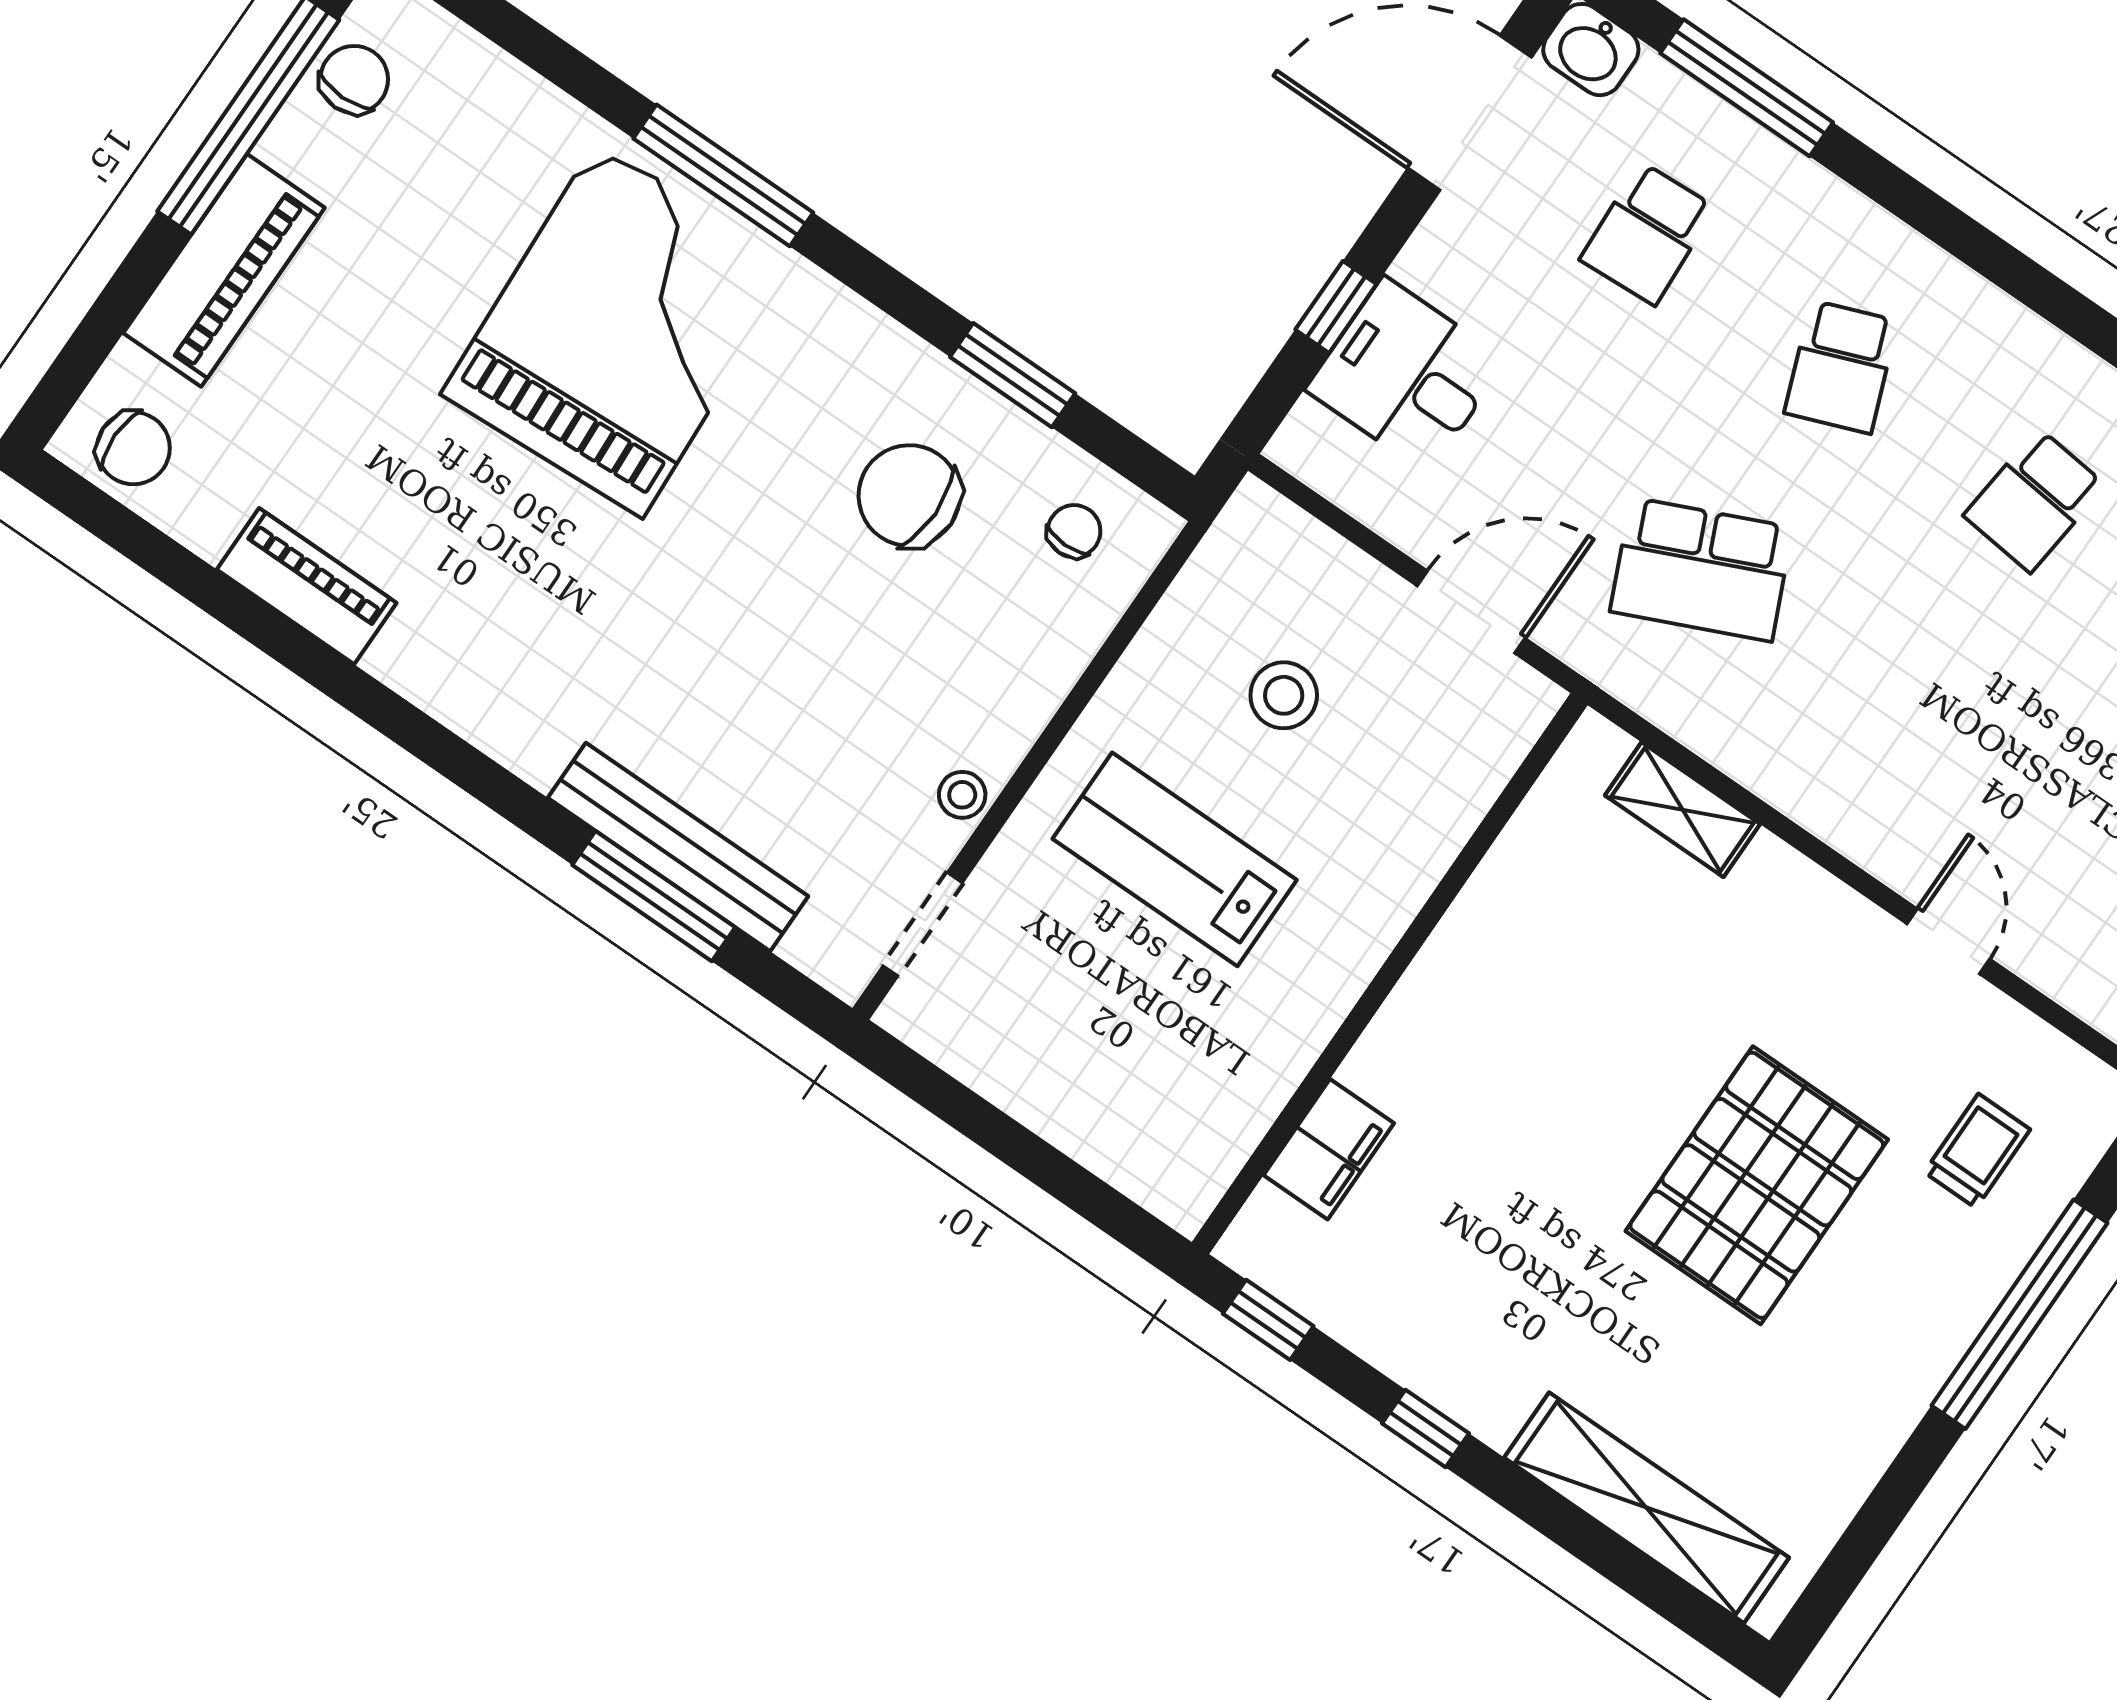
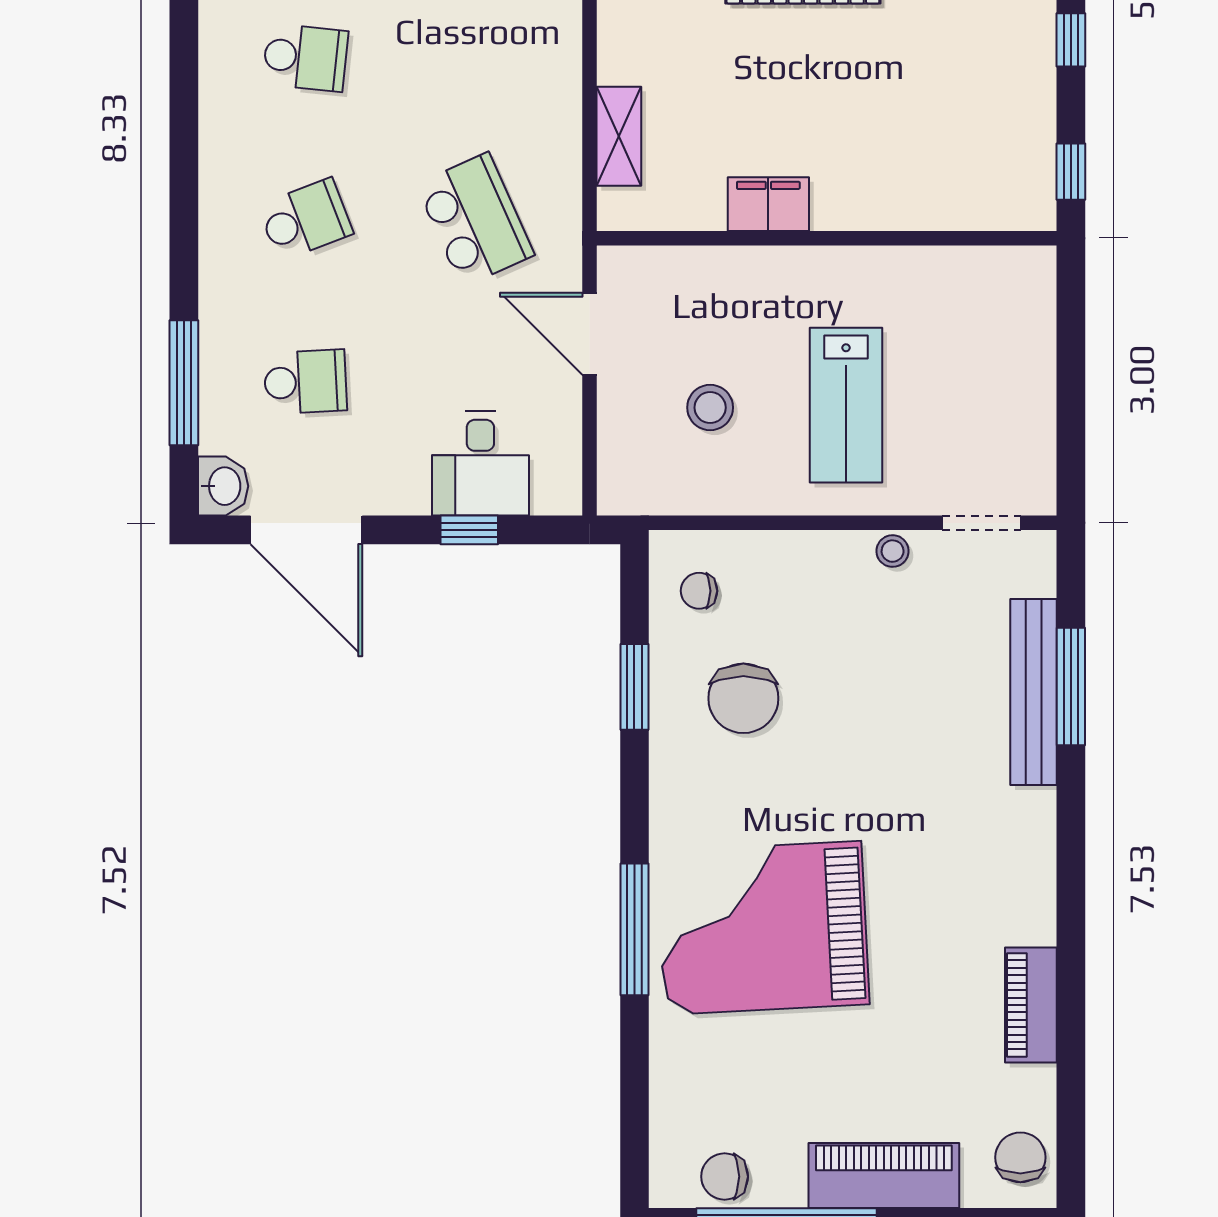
filing cabinet: (1329, 1149) -> (768, 204), moved

